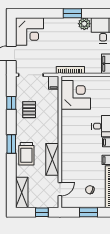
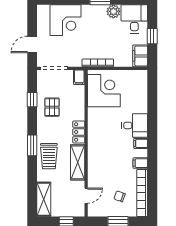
corner desk: (30, 32) -> (65, 20), moved
locker: (53, 132) -> (79, 132), added

